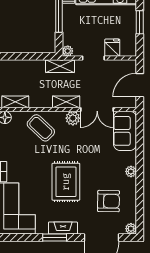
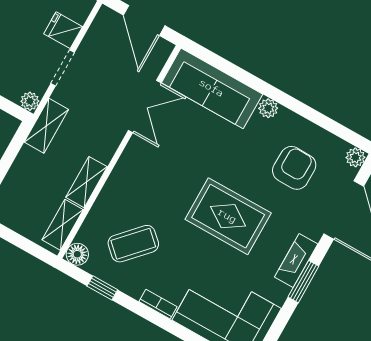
shelving: (66, 102) -> (87, 182), moved
plant: (73, 118) -> (137, 151), removed
coffee table: (41, 128) -> (133, 244), moved
sofa: (125, 131) -> (212, 88), width x1.36

